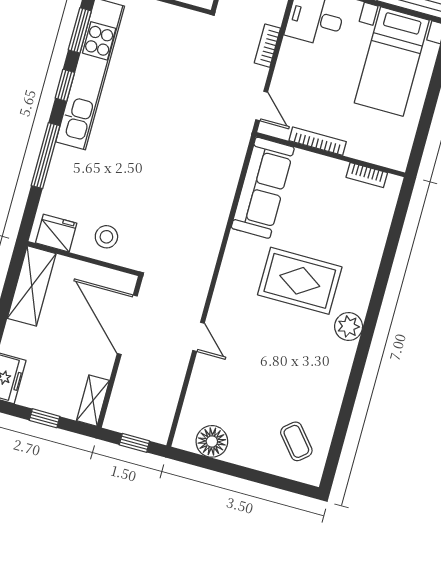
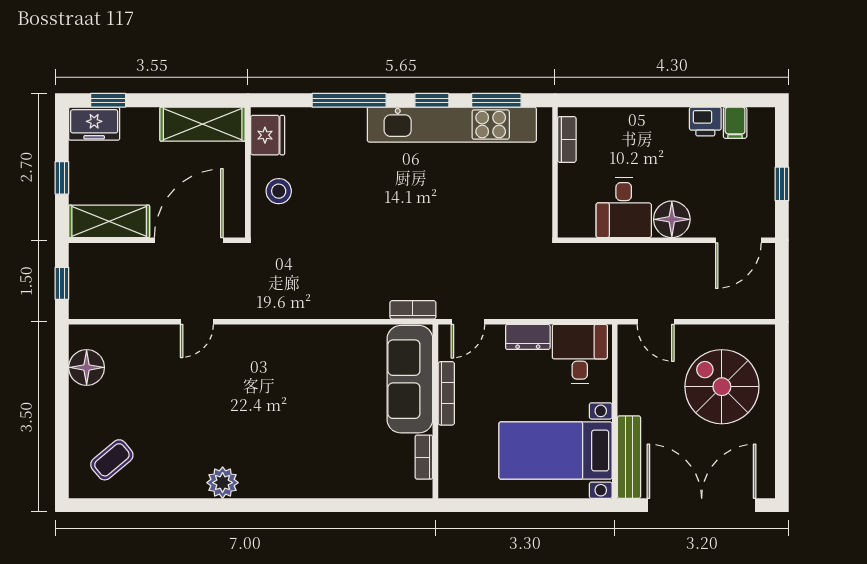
bookcase: (267, 46) -> (413, 310), moved
dresser: (289, 59) -> (528, 337), added
sofa: (263, 188) -> (410, 379), moved, turned 90
rug: (300, 281) -> (288, 416), removed
plant: (349, 326) -> (223, 483), moved
shelving: (93, 401) -> (109, 221), width x1.50, depth x1.33

